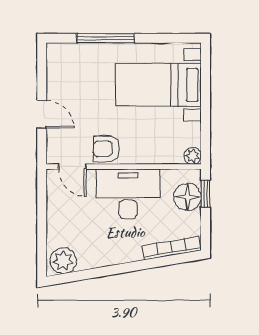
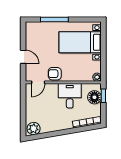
door: (72, 167) -> (38, 82), hinge flipped
desk: (128, 194) -> (70, 96), width x0.73

